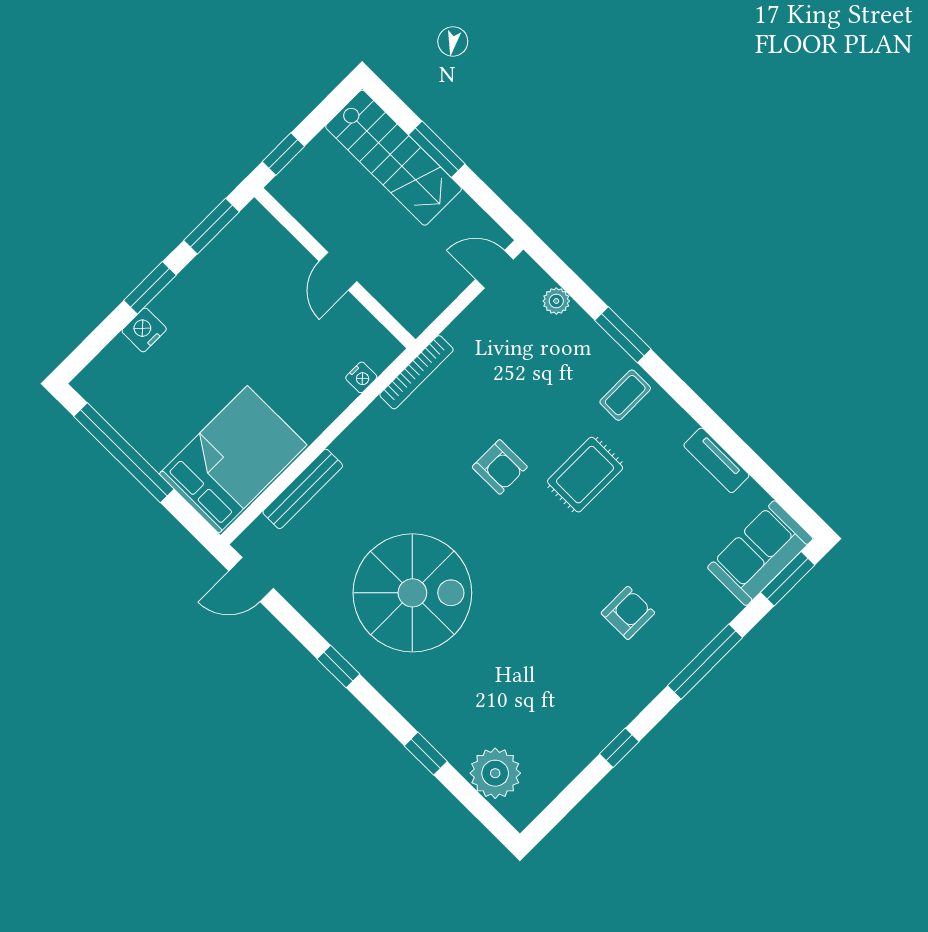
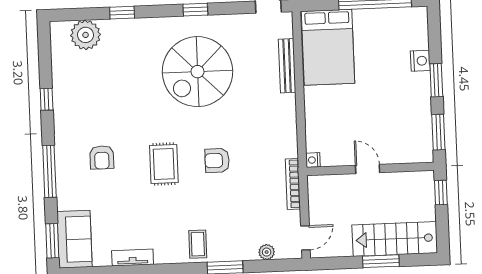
bookcase: (416, 372) -> (293, 184), moved
nightstand: (361, 377) -> (313, 160), moved
rug: (585, 475) -> (164, 164), moved

